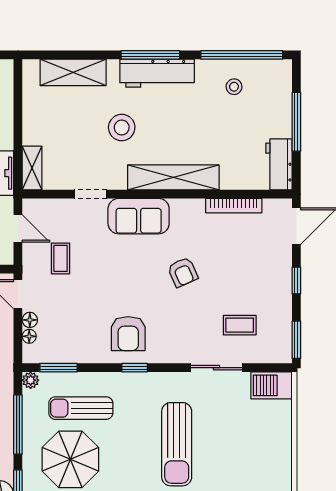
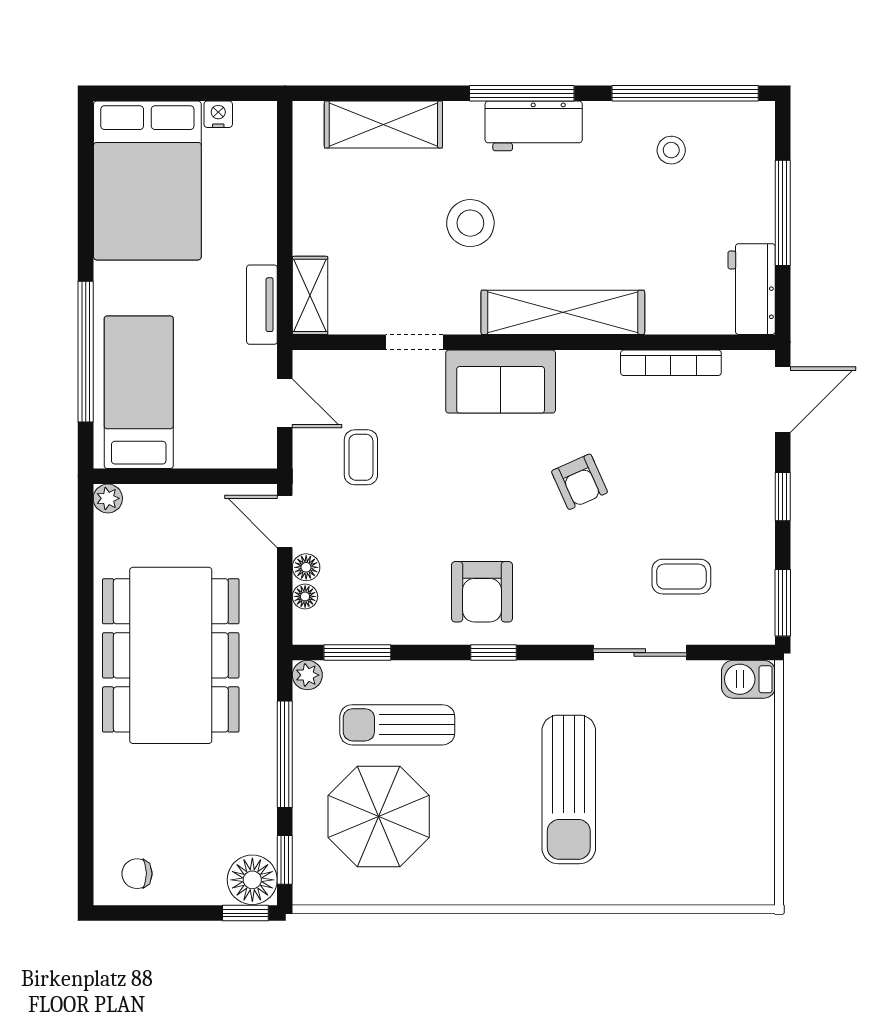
workbench: (157, 73) -> (534, 126), width x0.73
barbecue: (271, 385) -> (748, 679), width x0.73, depth x0.79

